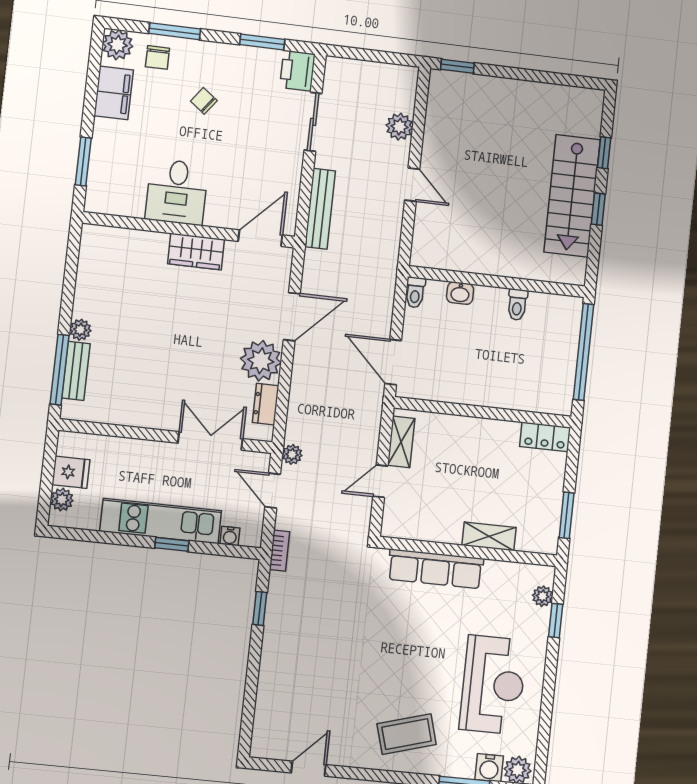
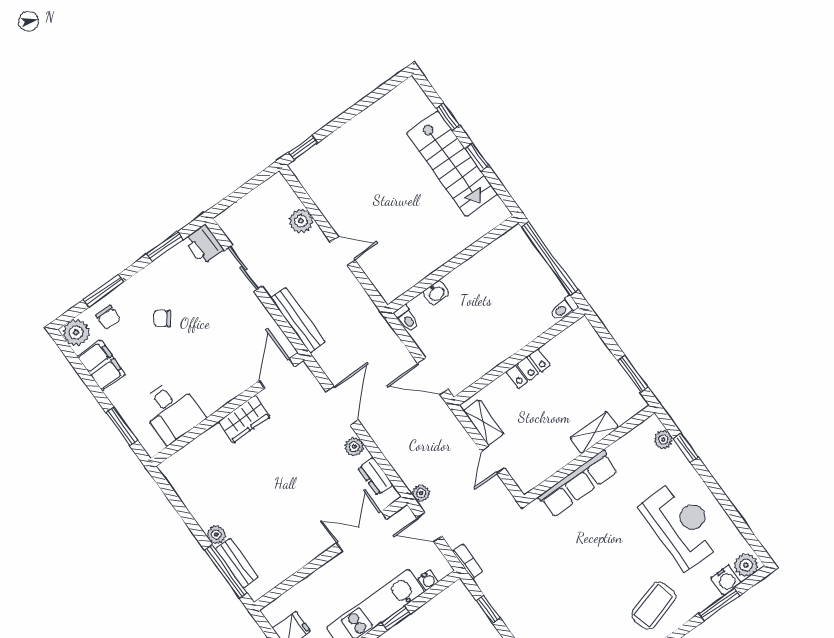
desk: (177, 192) -> (172, 411), moved
toilet: (517, 305) -> (564, 309), moved, turned 90
plant: (261, 361) -> (354, 447), width x0.53, depth x0.53
locker: (545, 437) -> (528, 369), moved

